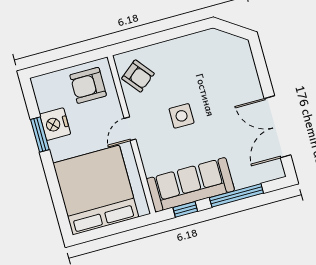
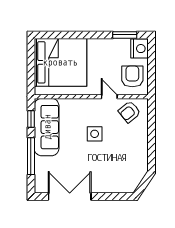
nightstand: (55, 124) -> (139, 49), moved, turned 90
door: (130, 129) -> (109, 97), moved
window: (40, 135) -> (125, 35), moved

